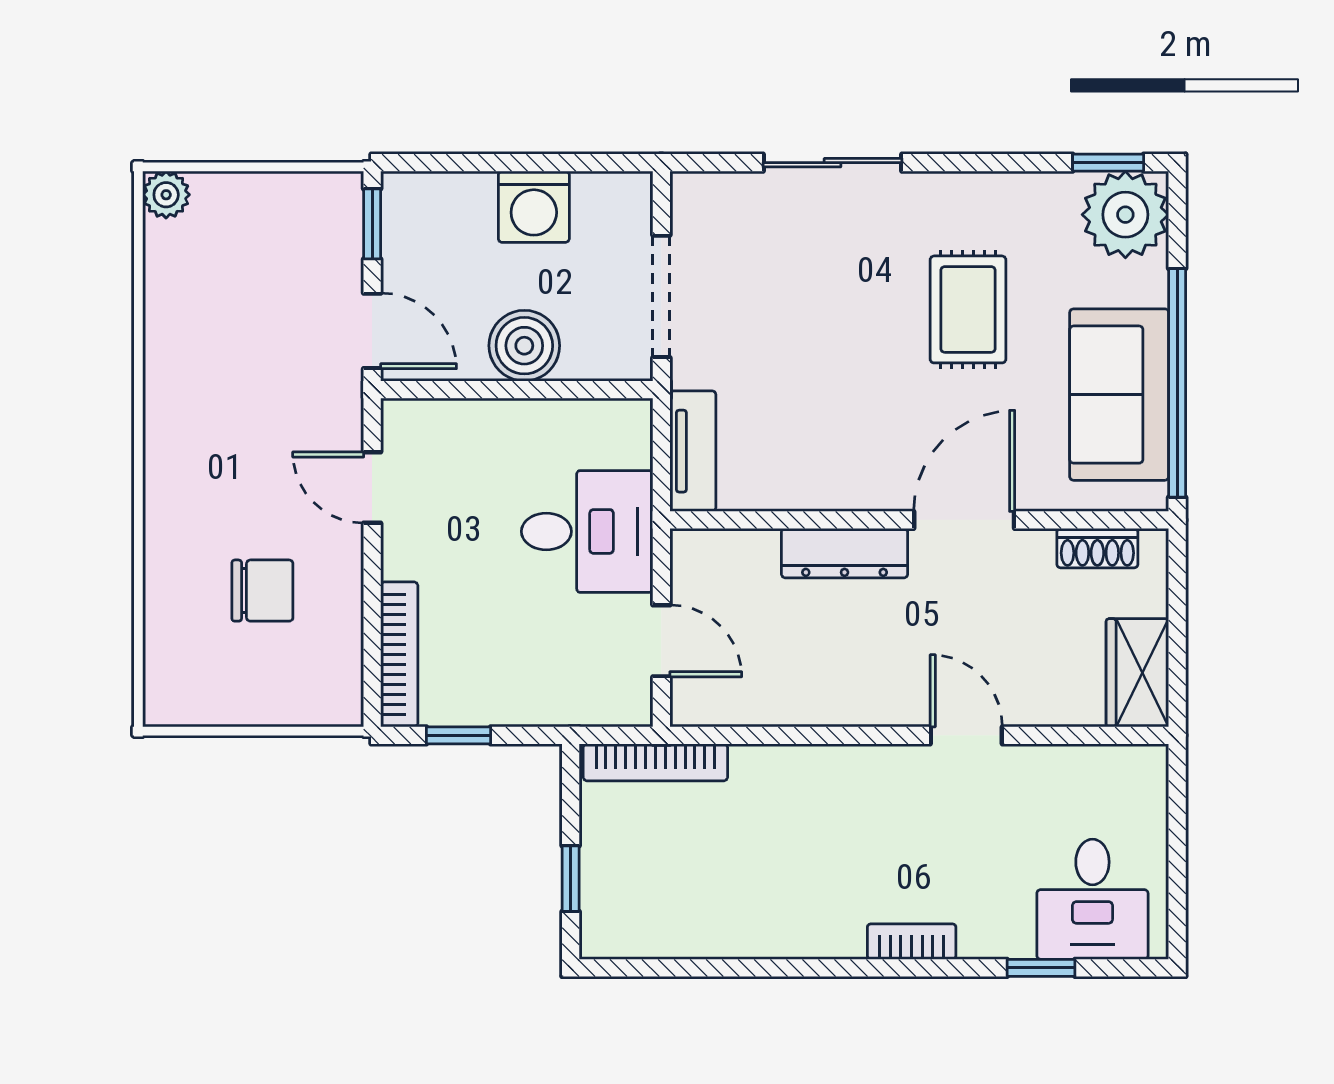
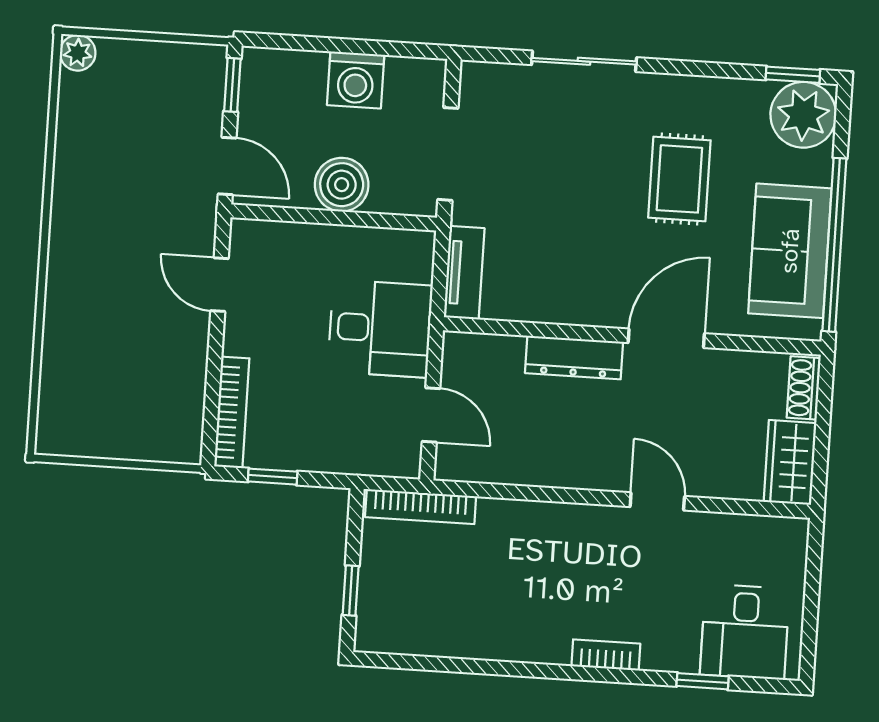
shoe rack: (1097, 548) -> (804, 388), moved, turned 90
chair: (262, 591) -> (131, 357), removed

